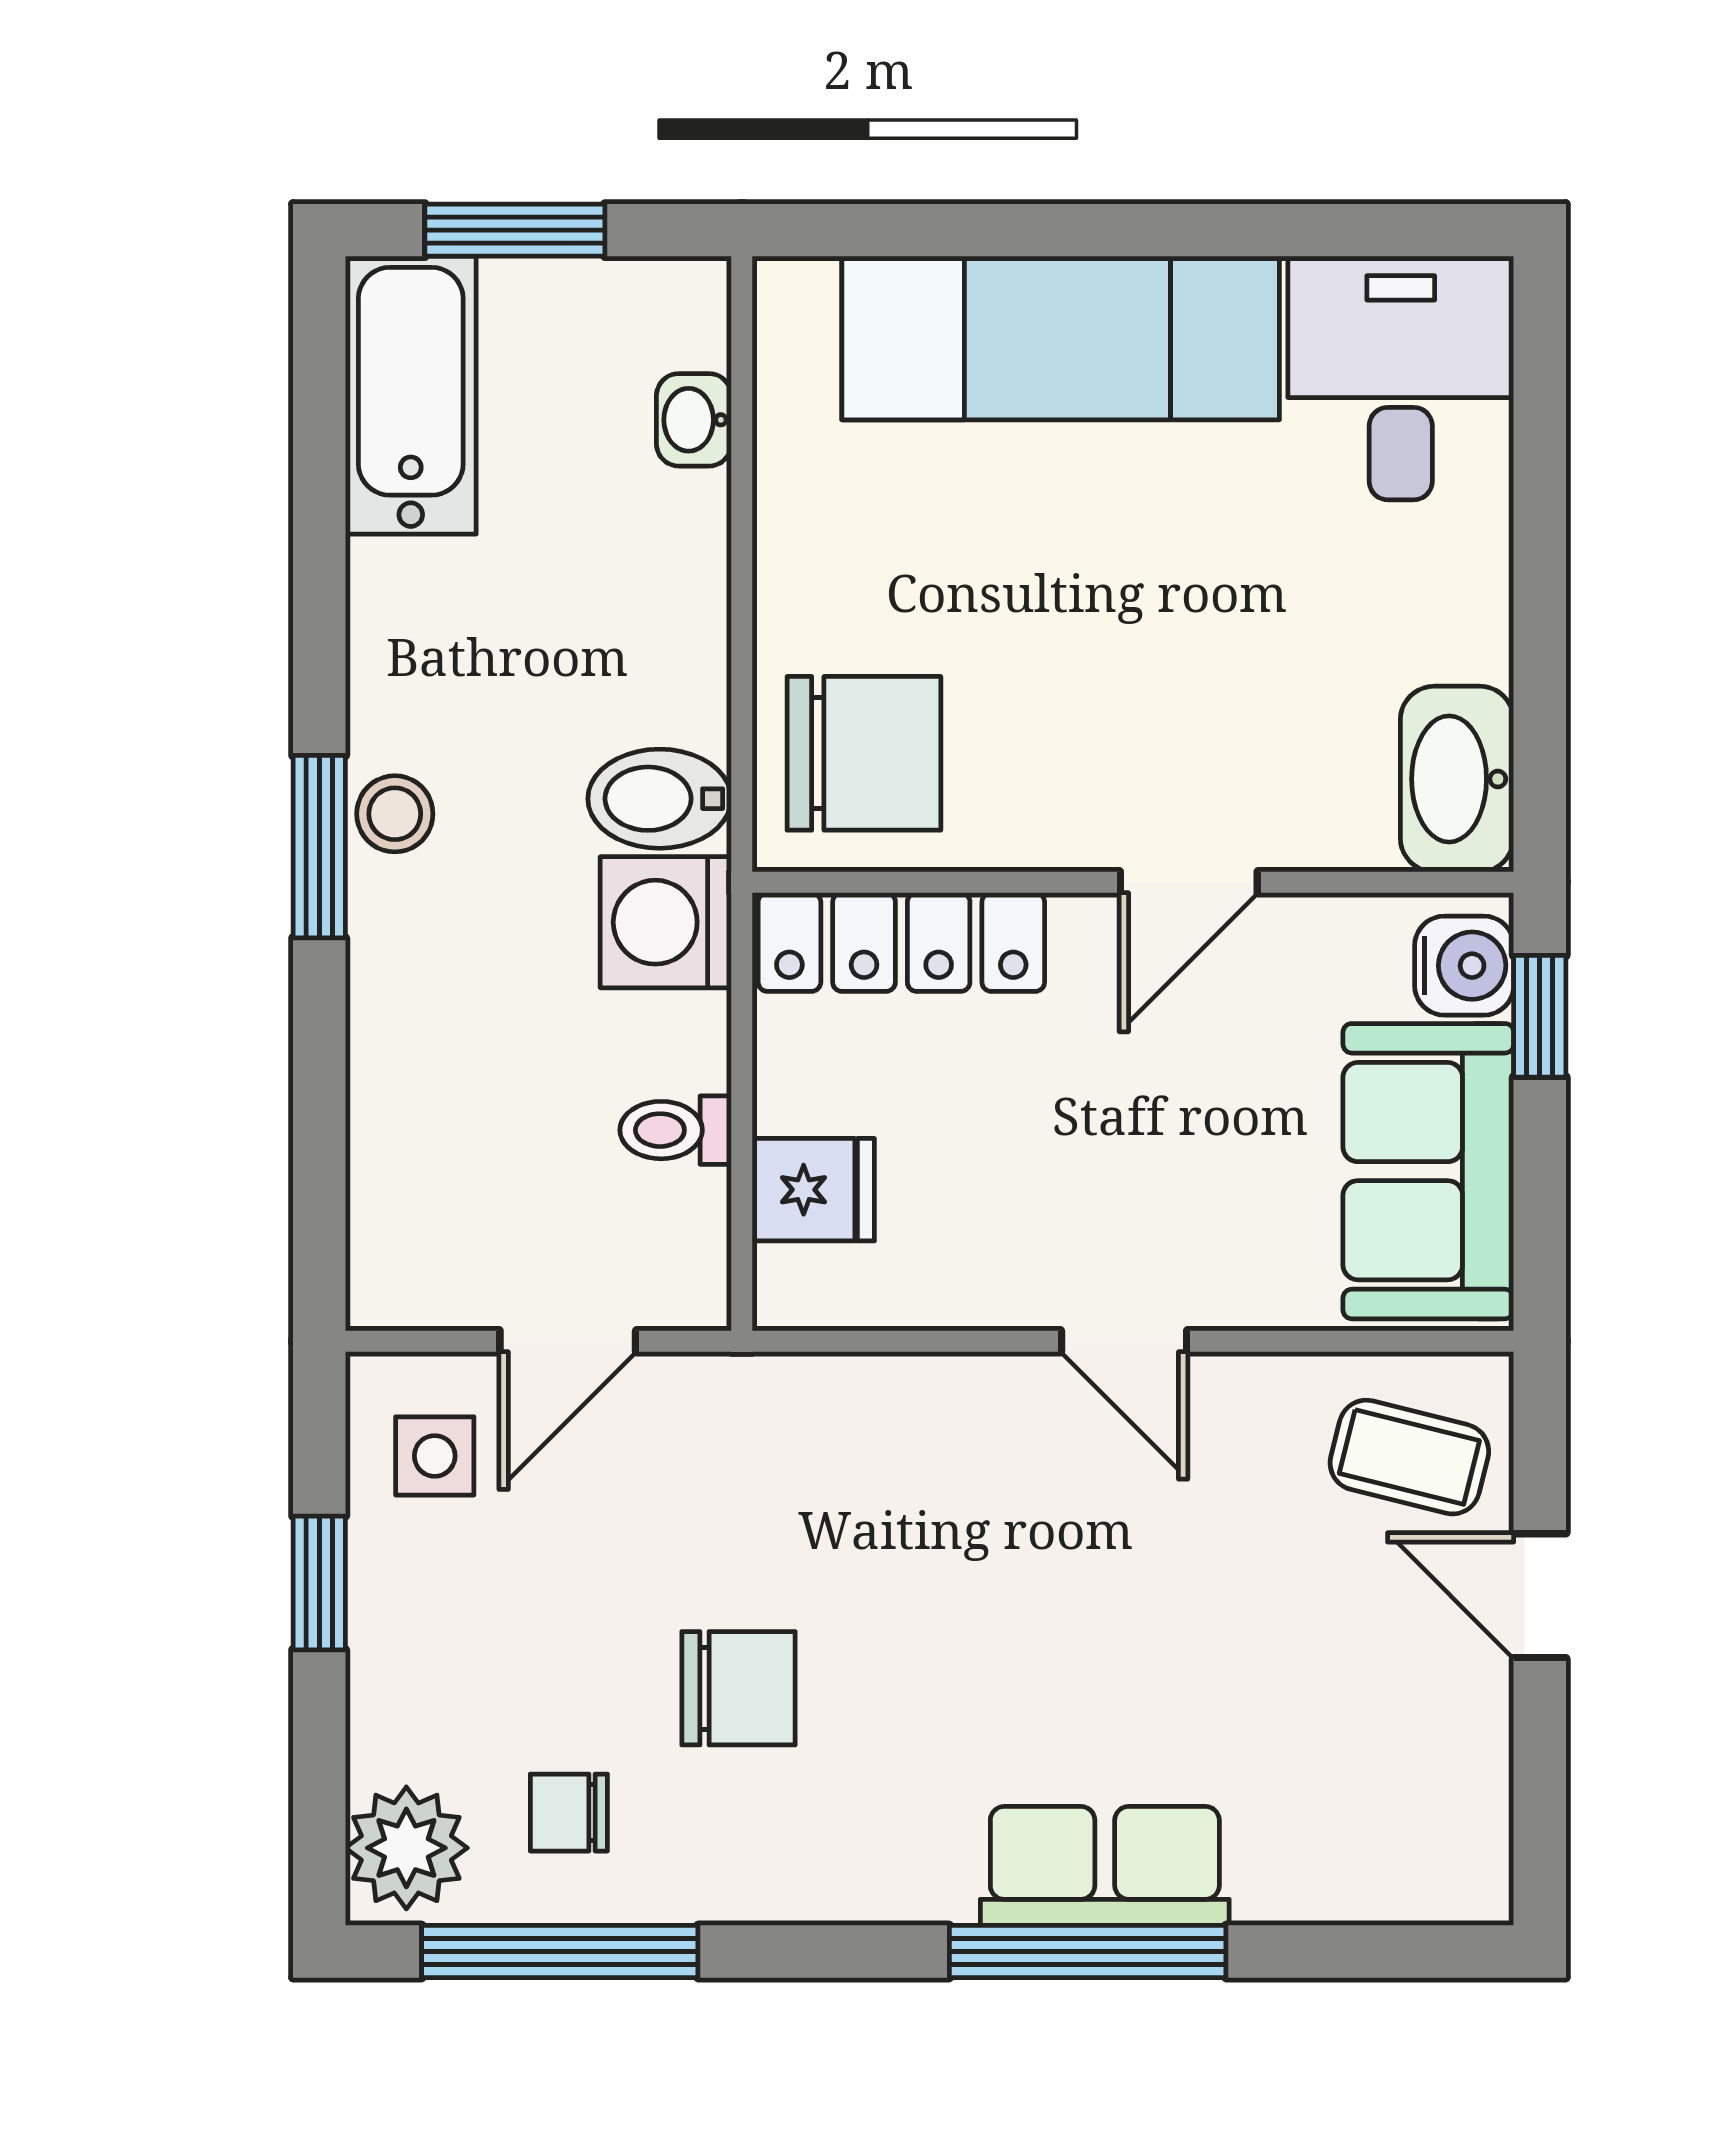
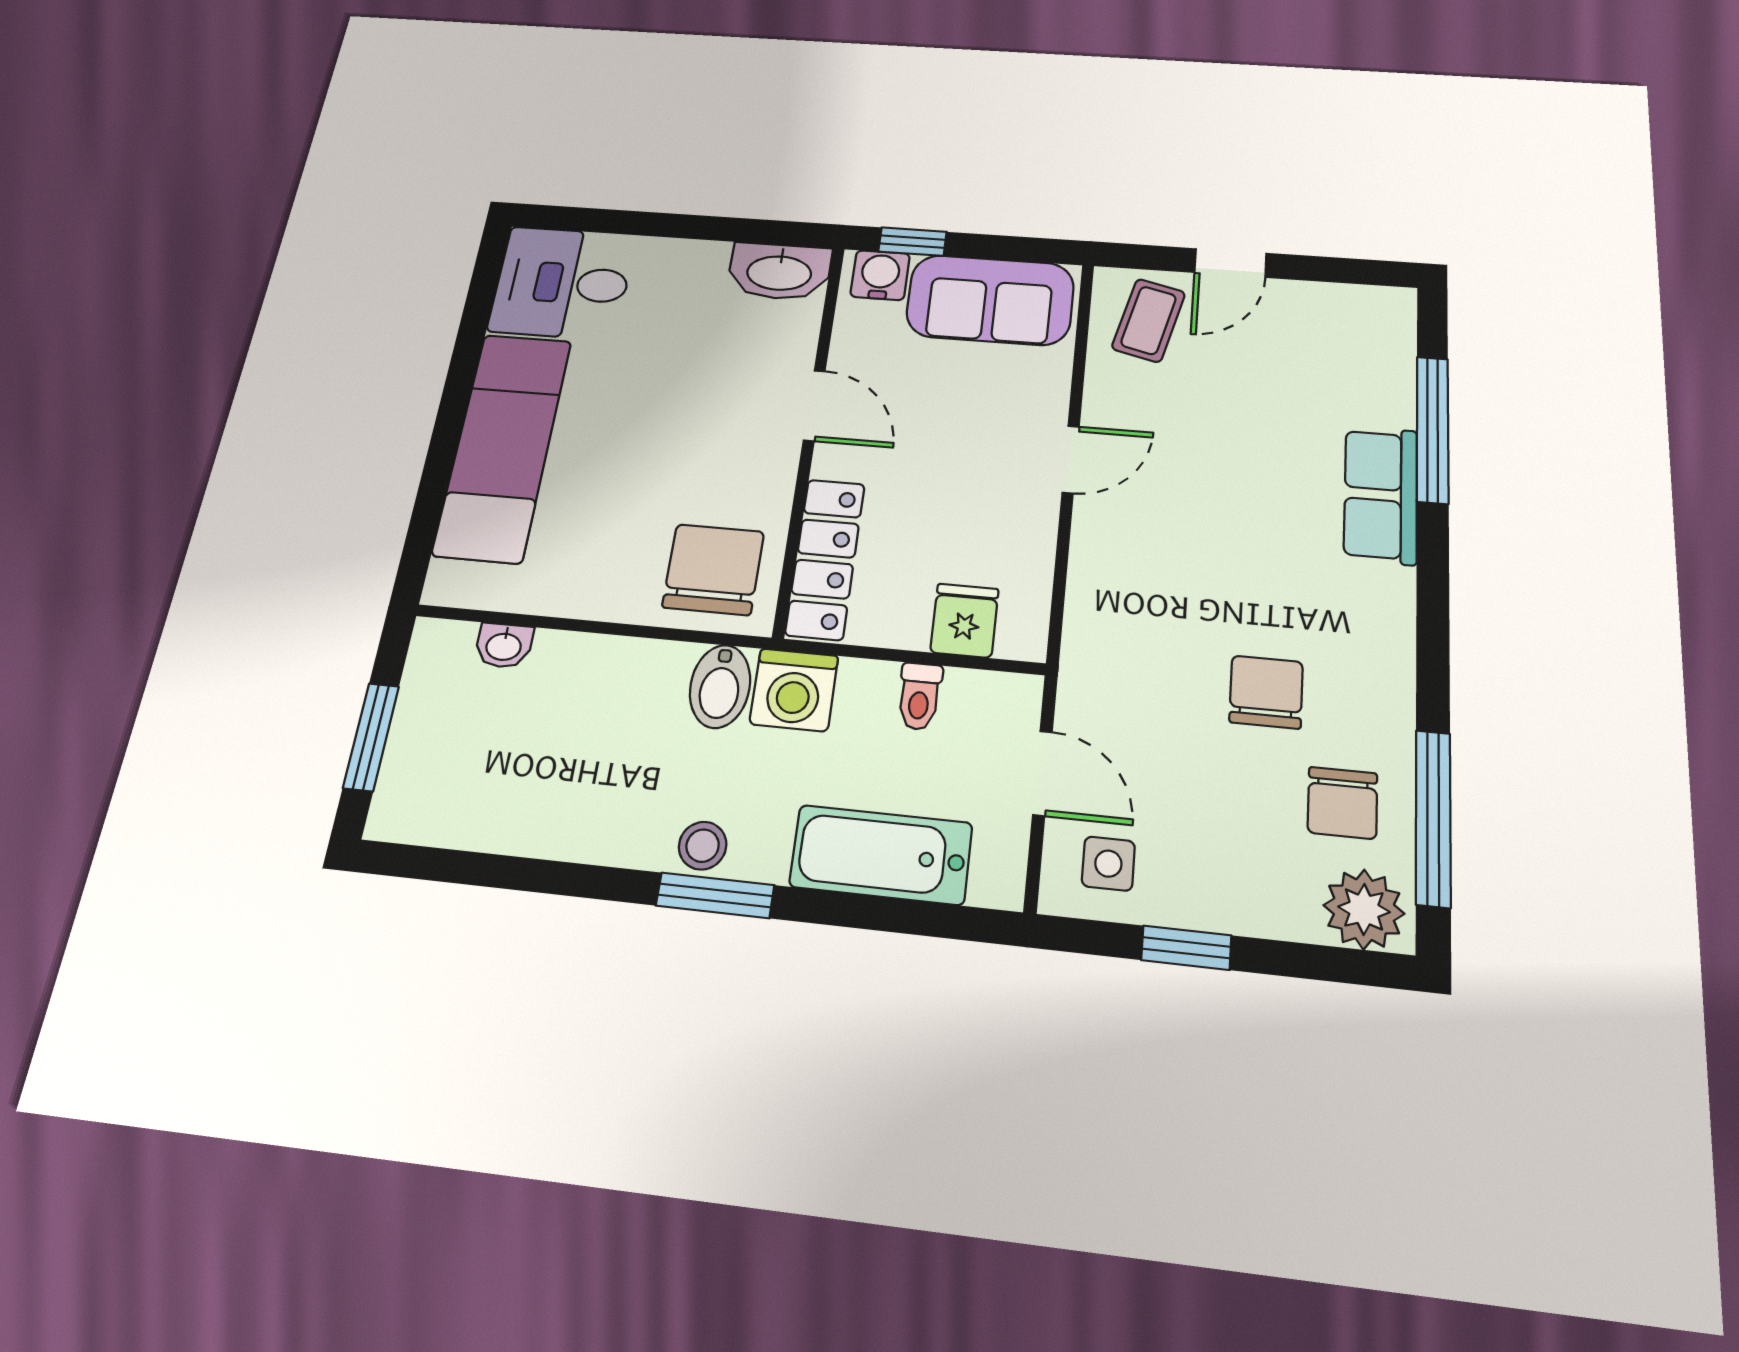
bathtub: (411, 395) -> (881, 855), moved
chair: (569, 1813) -> (1342, 803), width x1.37, depth x1.37
window: (1088, 1952) -> (1433, 429), moved

